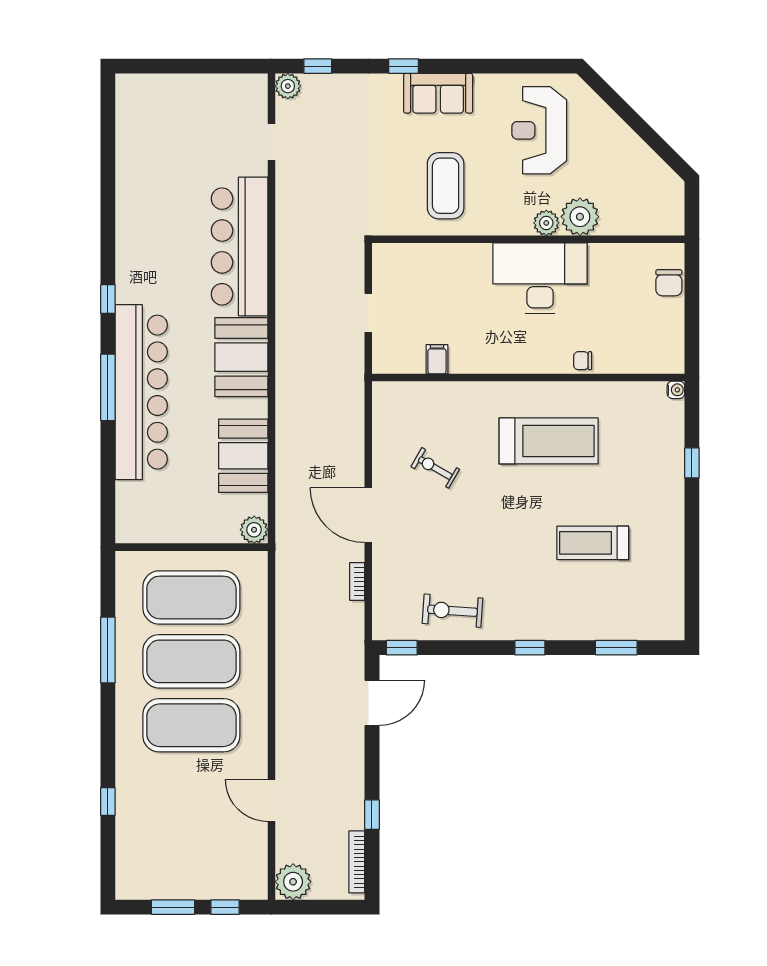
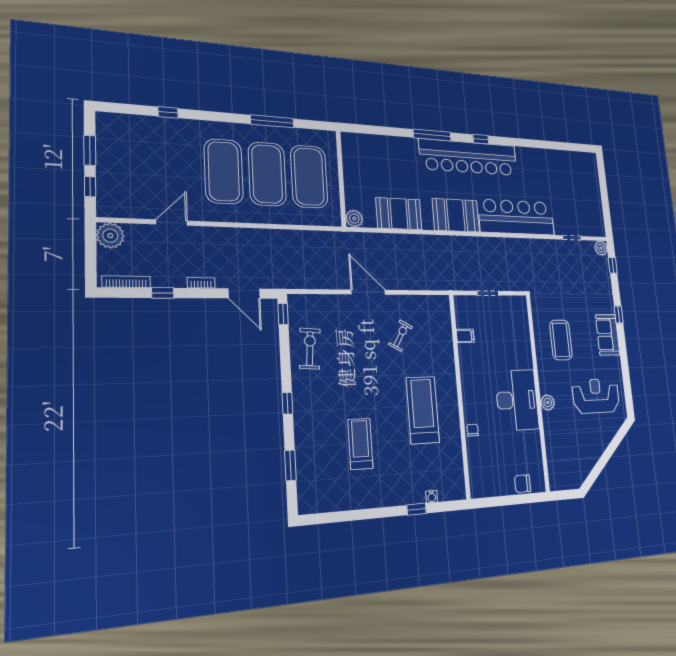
coffee table: (446, 186) -> (561, 340), turned 90
plant: (580, 217) -> (553, 423), removed
water cooler: (676, 390) -> (432, 497), moved
bar counter: (141, 392) -> (469, 157), moved
treadmill: (549, 441) -> (423, 410), turned 180
door: (368, 515) -> (368, 292), hinge flipped
bookcase: (357, 582) -> (201, 283), moved

